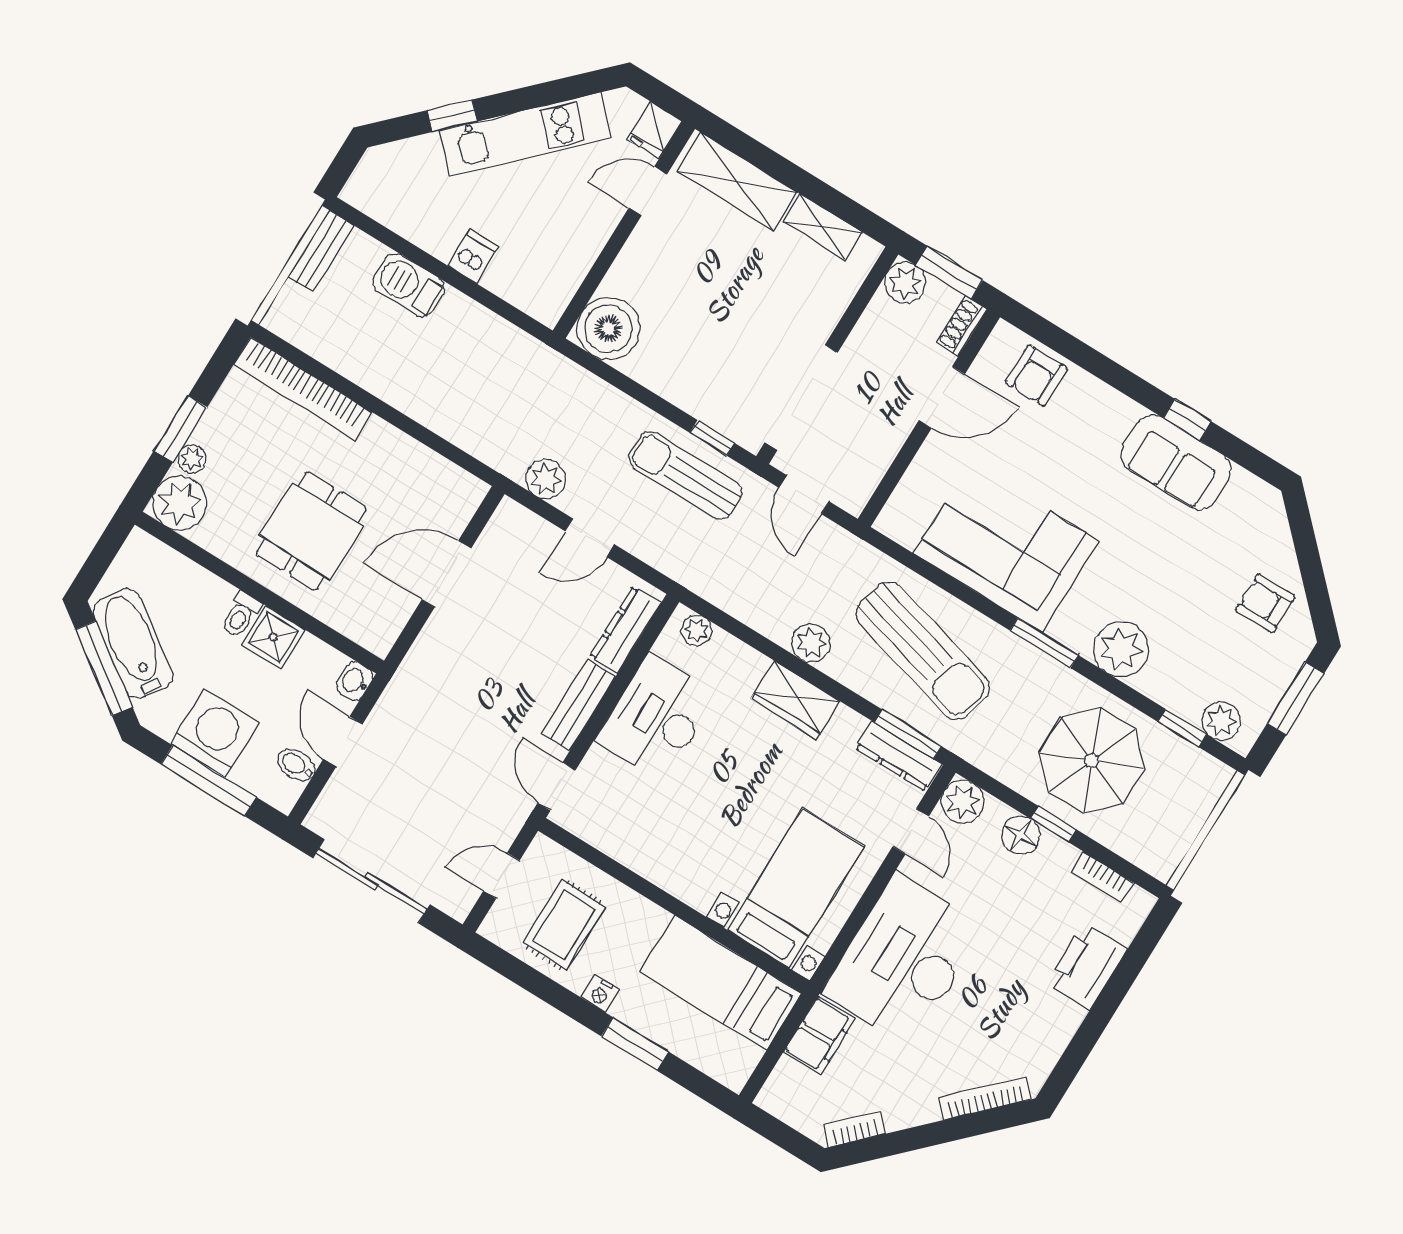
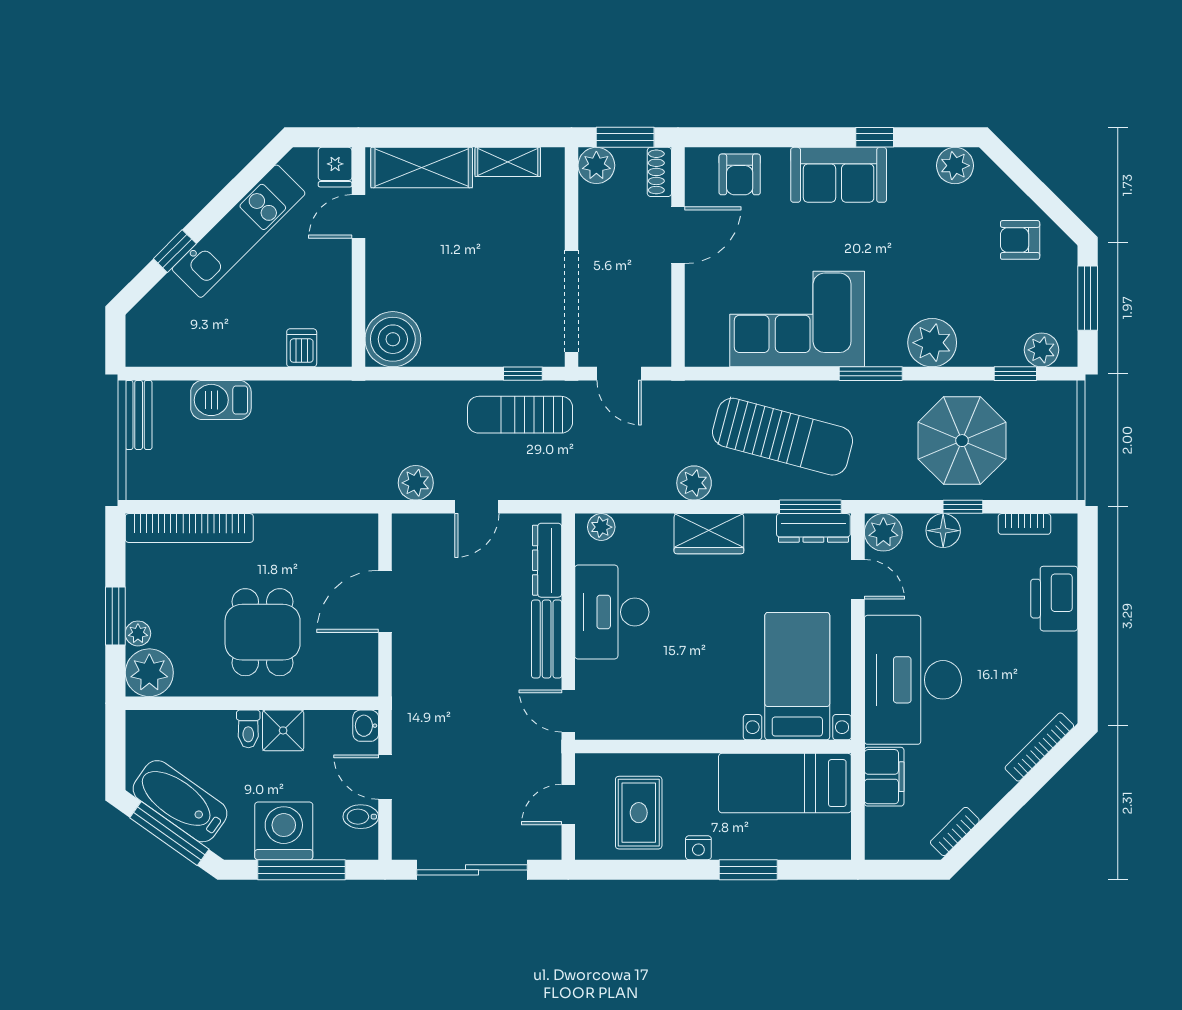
dishwasher: (473, 256) -> (302, 348), moved
sofa: (1176, 462) -> (839, 175), moved
plant: (1247, 494) -> (955, 166), added

